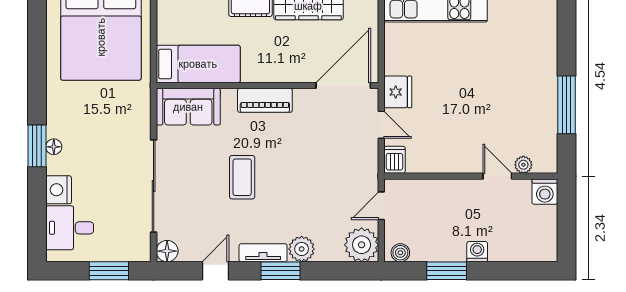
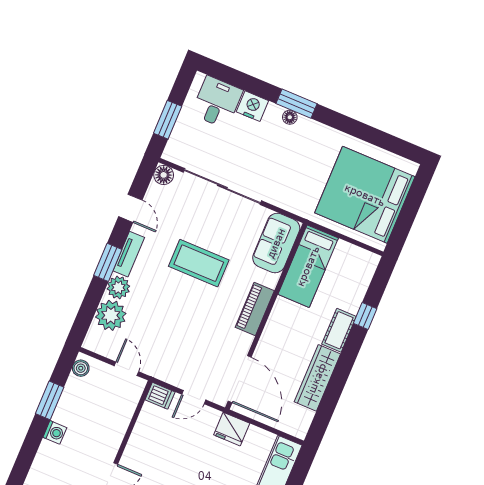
fridge: (398, 92) -> (232, 429), moved
coffee table: (242, 177) -> (199, 263), width x1.36, depth x1.32
plant: (362, 245) -> (111, 315), moved

